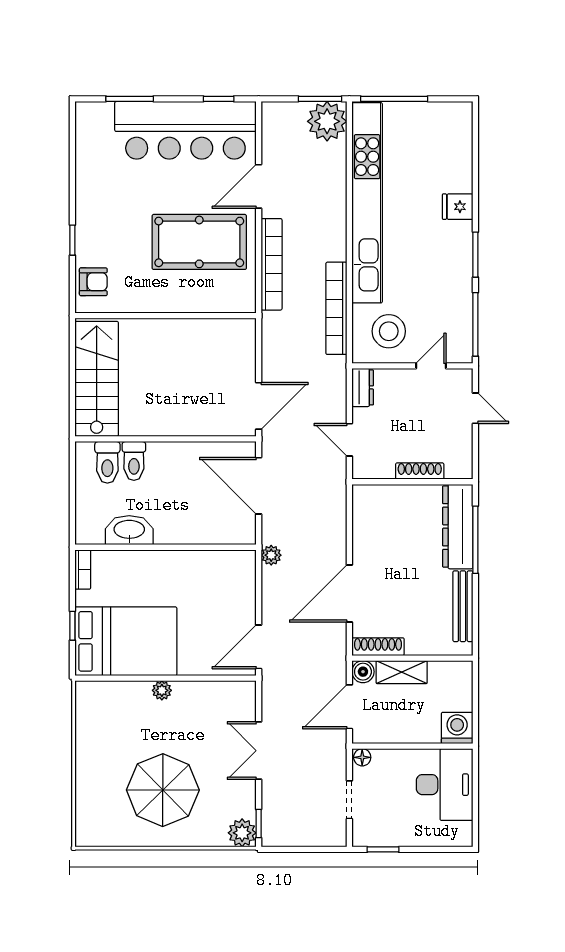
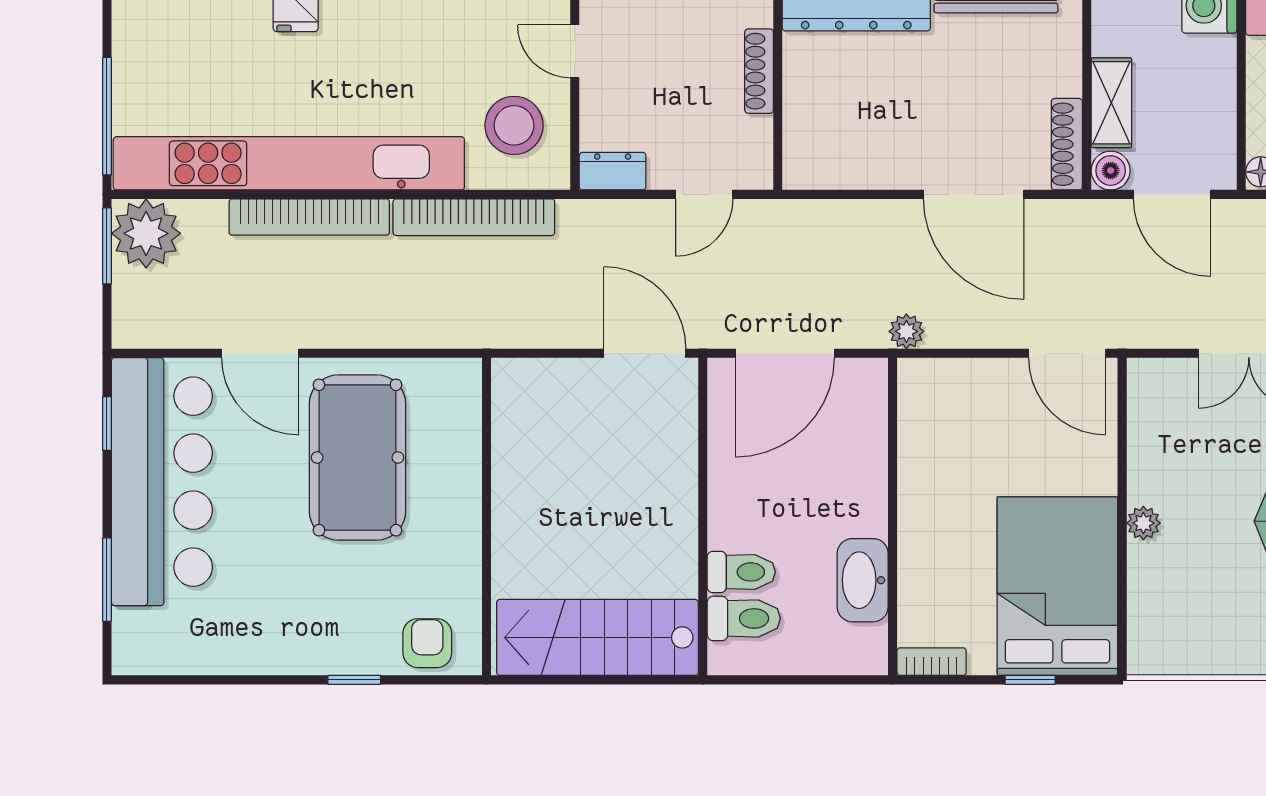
bookcase: (272, 264) -> (309, 217), moved, turned 180

